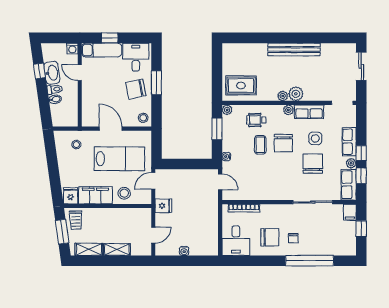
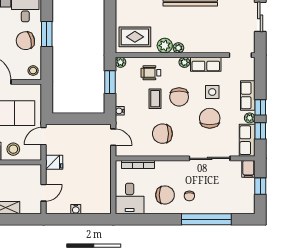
plant: (296, 94) -> (165, 46), moved
chair: (267, 178) -> (162, 134), added

